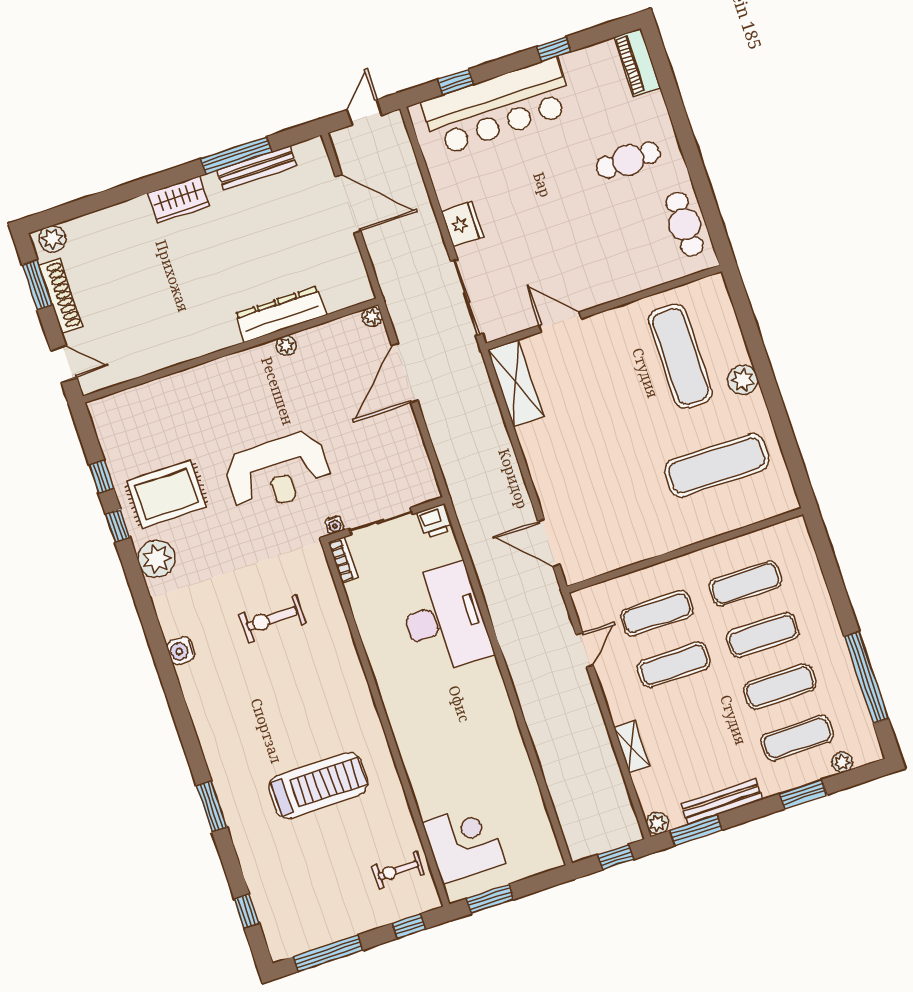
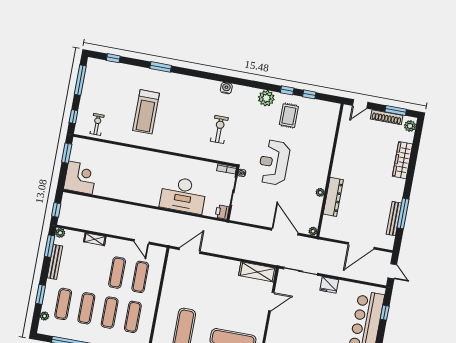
wardrobe: (179, 199) -> (402, 160), moved, width x1.50
rug: (166, 494) -> (289, 116), width x0.73, depth x0.70
corner desk: (464, 843) -> (80, 178), moved, turned -90

